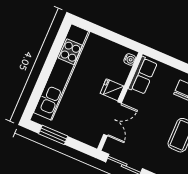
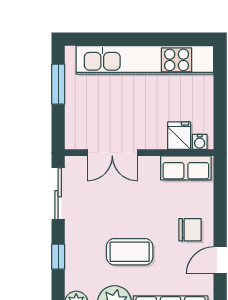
fridge: (112, 90) -> (179, 136), moved

